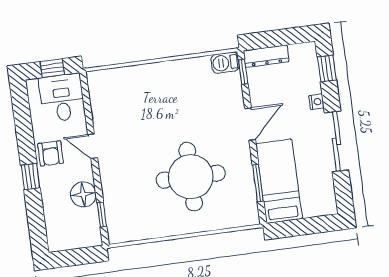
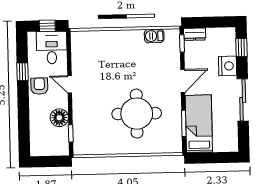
dresser: (266, 56) -> (195, 34), width x0.70
barbecue: (225, 63) -> (154, 36), moved
nightstand: (316, 102) -> (228, 66), width x1.89, depth x1.79
armchair: (51, 153) -> (39, 86), turned 180
window: (30, 176) -> (23, 72), moved

